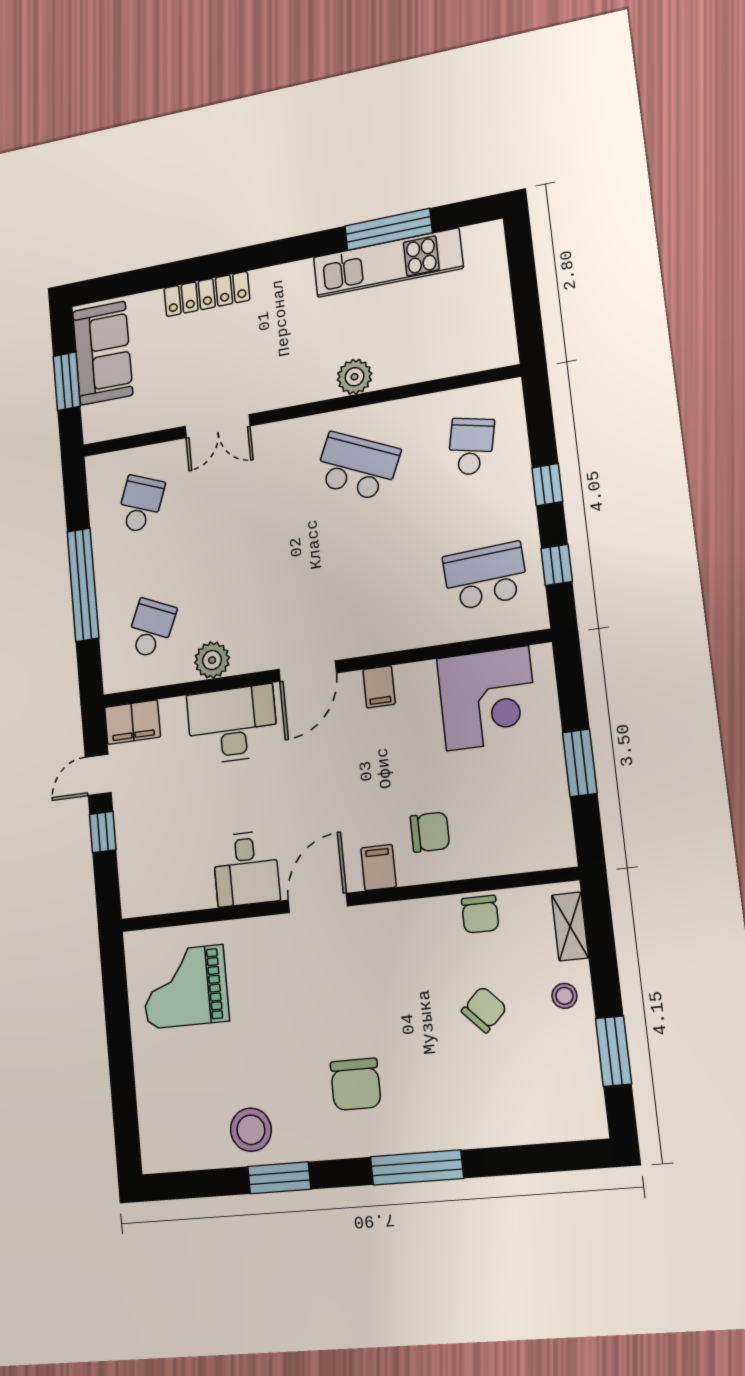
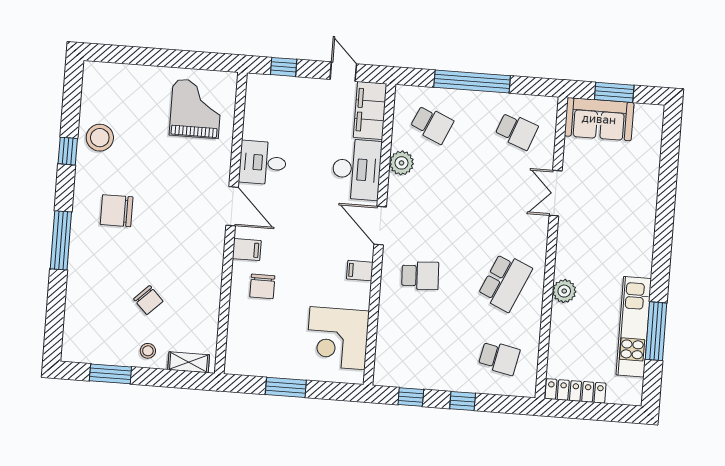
locker: (207, 294) -> (575, 391), moved, turned 90
sofa: (103, 353) -> (599, 119), moved
school desk: (485, 576) -> (420, 276), moved, width x0.54
filing cabinet: (132, 722) -> (370, 110), width x1.50, depth x1.17
window: (103, 832) -> (284, 67), moved
chair: (480, 914) -> (206, 308), removed
window: (279, 1178) -> (68, 151), width x0.67

